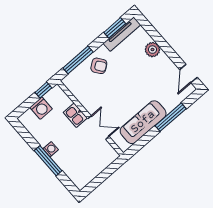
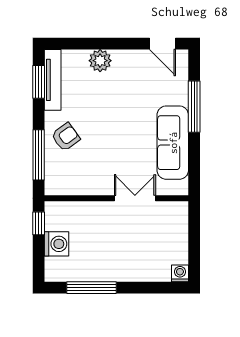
kitchen sink: (75, 115) -> (98, 212), removed
washing machine: (51, 149) -> (180, 273), moved
window: (48, 161) -> (91, 288), moved

